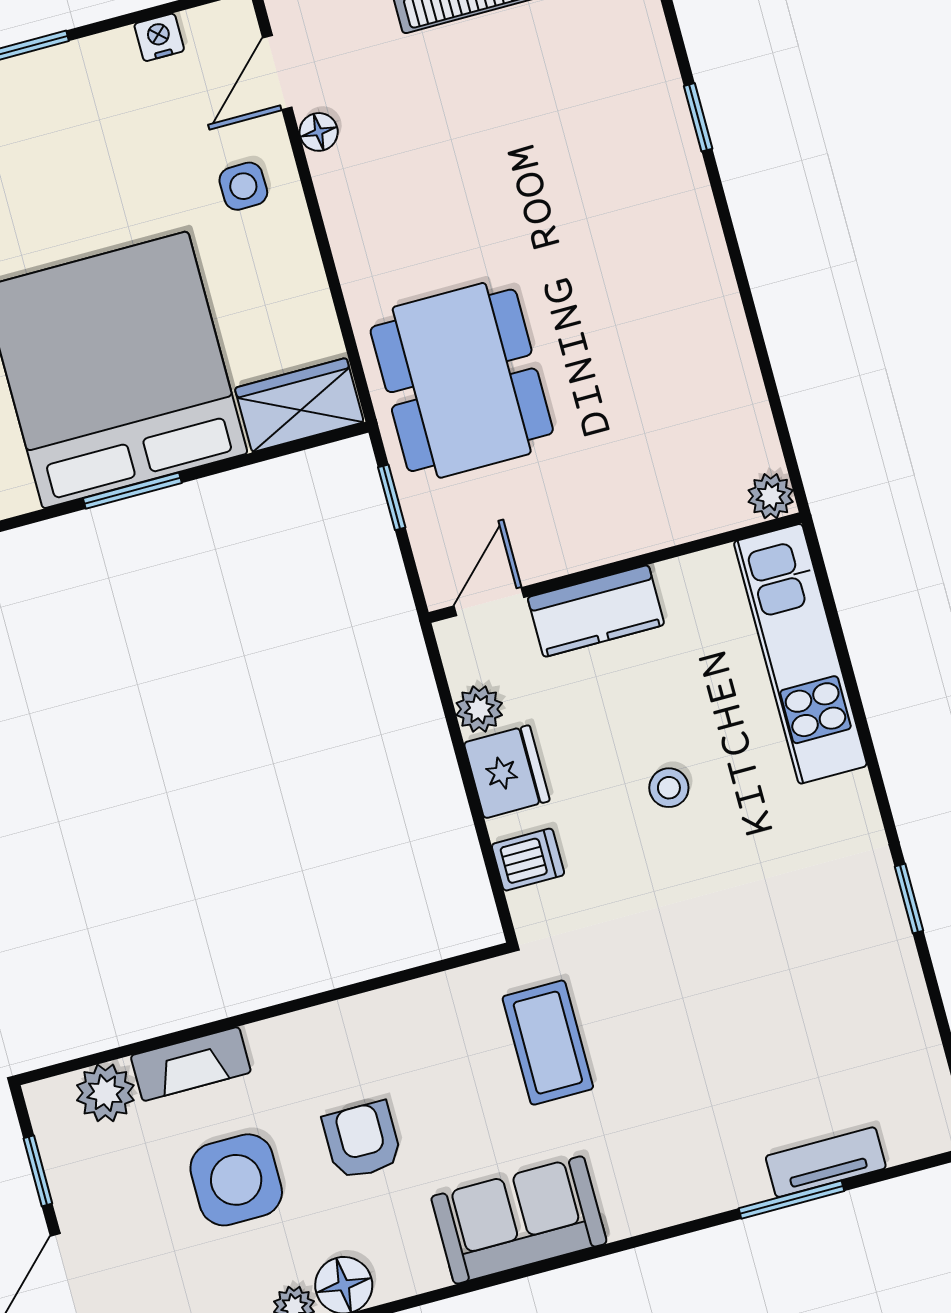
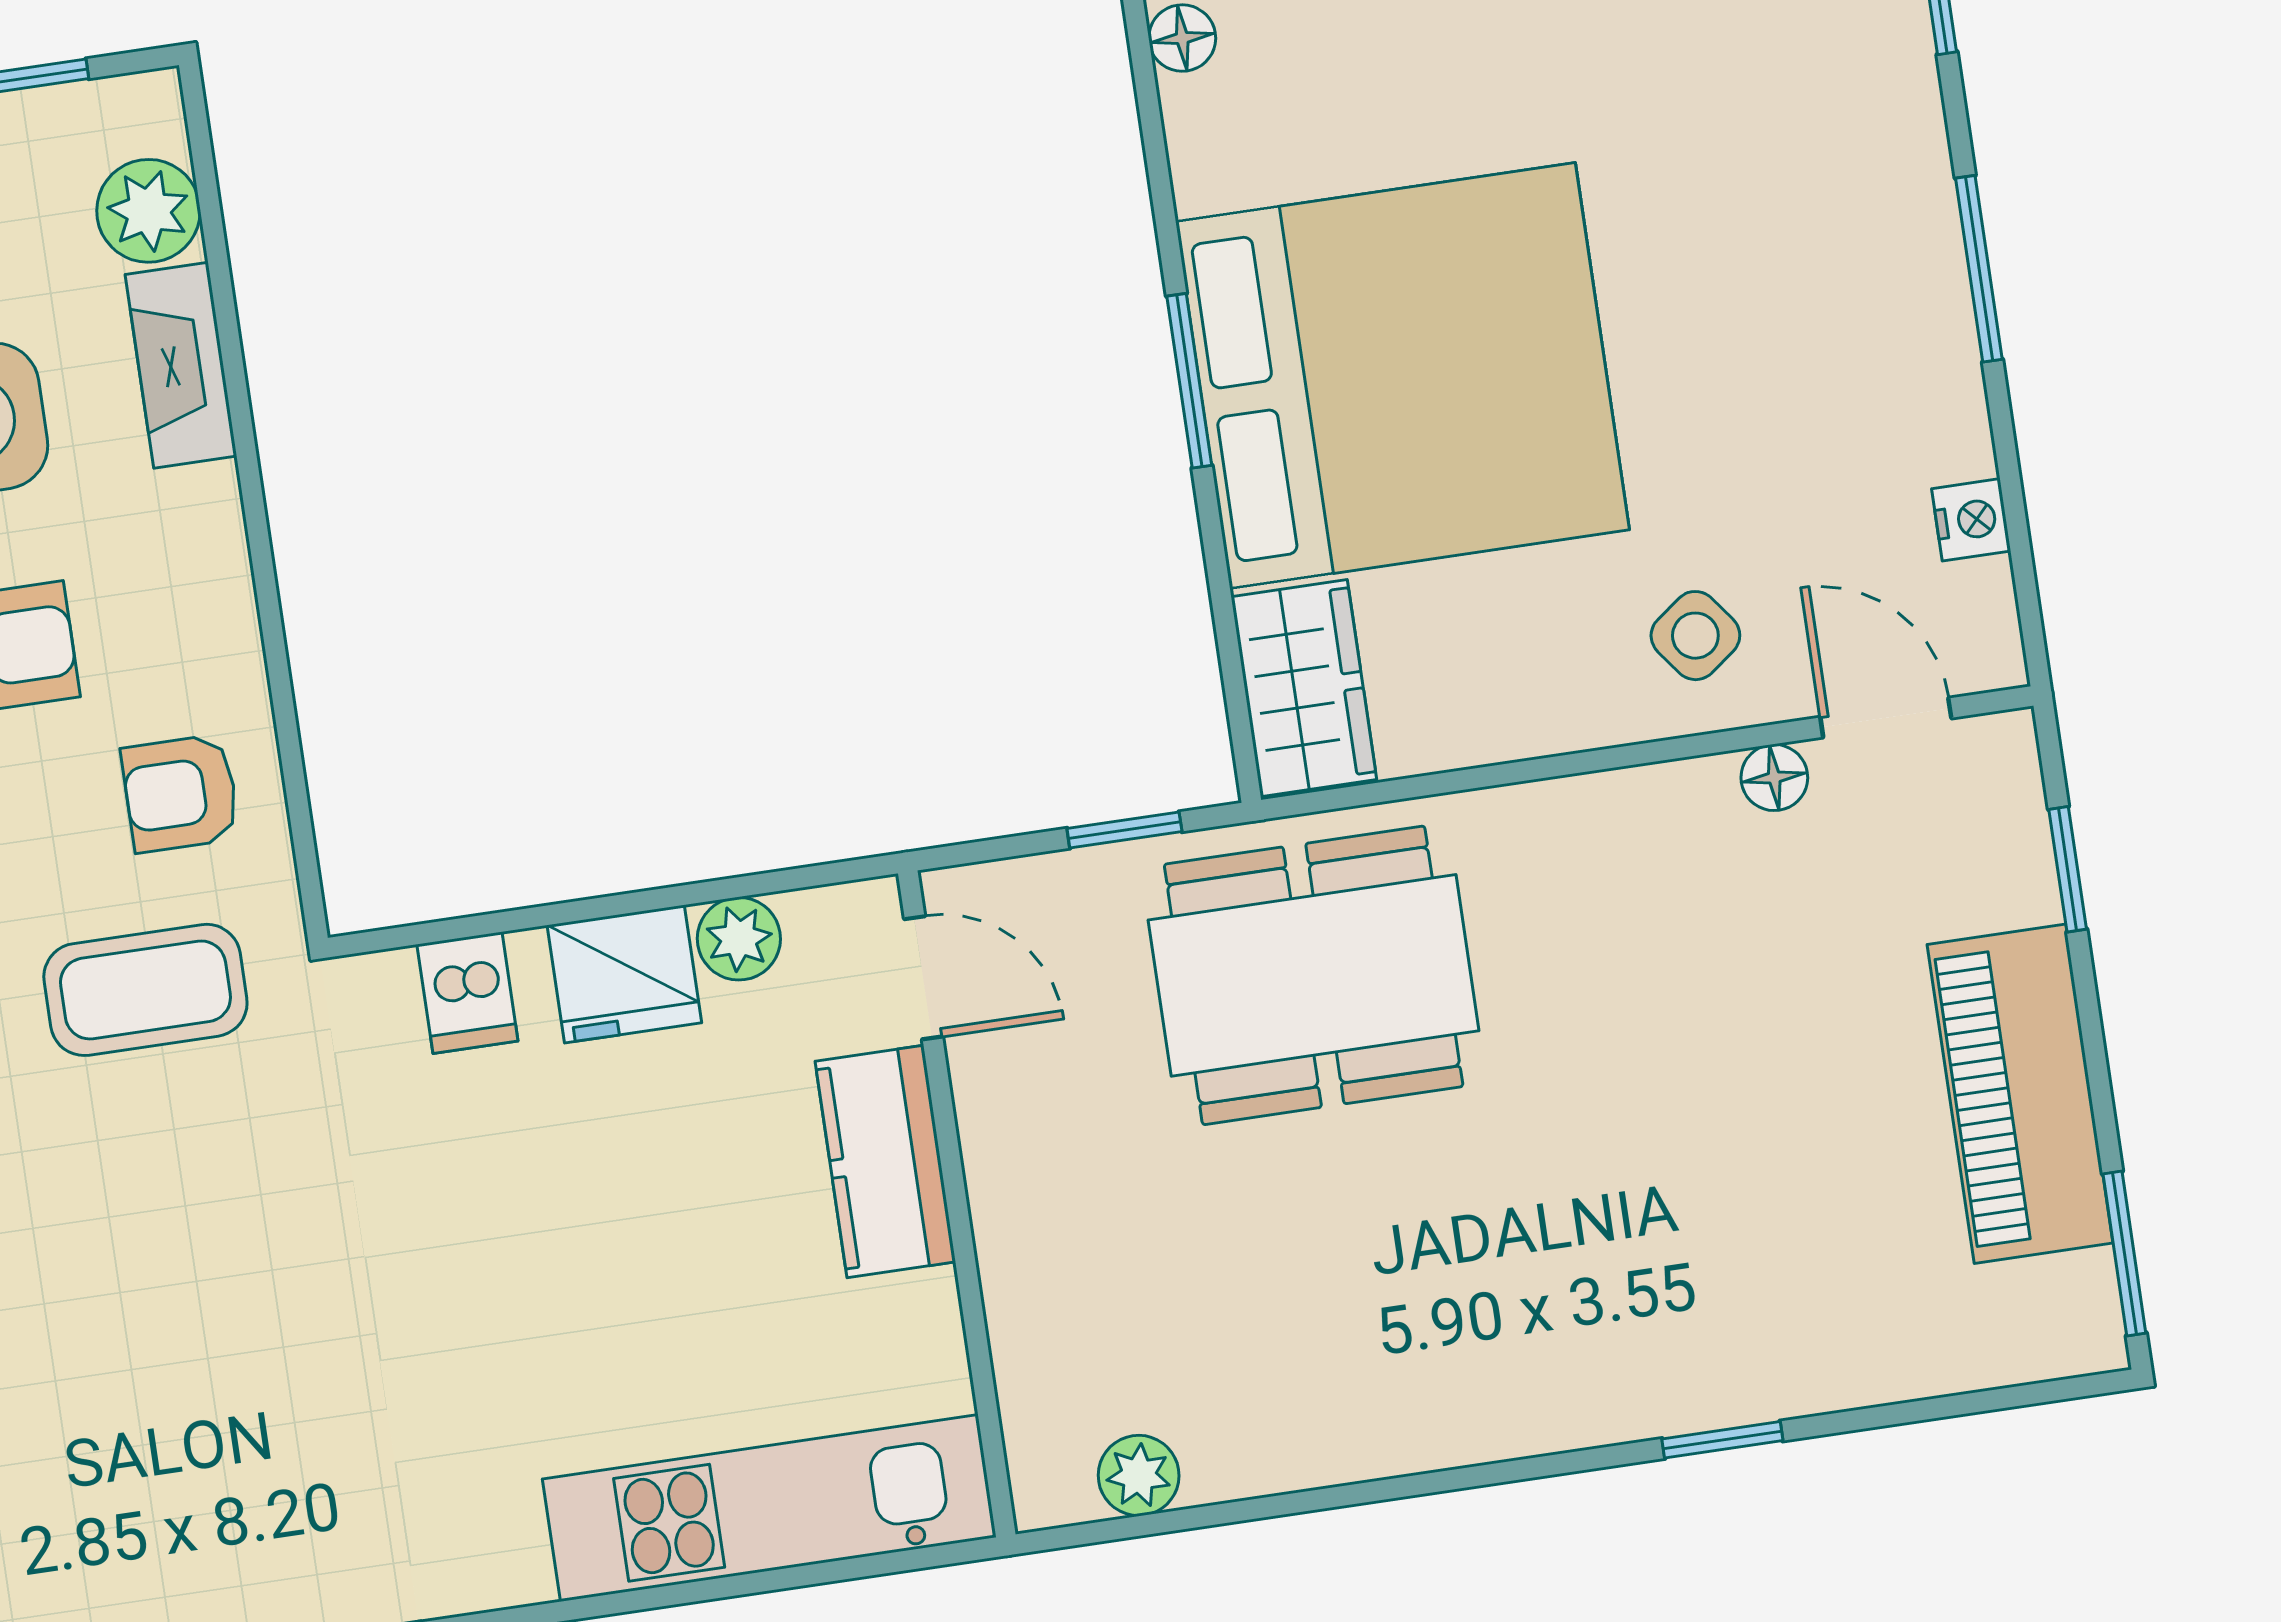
side table: (243, 186) -> (1695, 636), turned -36
plant: (771, 496) -> (1139, 1475), moved
stool: (669, 788) -> (563, 1252), removed
armchair: (434, 1036) -> (181, 793), added

